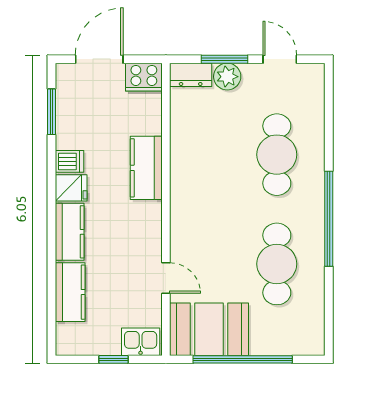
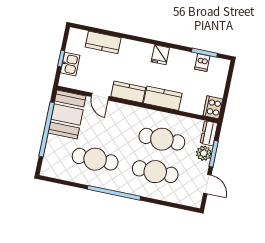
door: (99, 59) -> (228, 85), removed
door: (280, 59) -> (207, 184), hinge flipped
cafe table: (218, 155) -> (162, 139), added
dishwasher: (69, 161) -> (202, 62), moved
kitchen counter: (70, 232) -> (128, 92), moved, turned 180
door: (166, 278) -> (100, 97), hinge flipped
kitchen sink: (141, 342) -> (70, 64), moved

